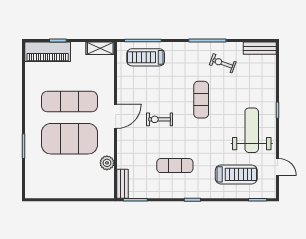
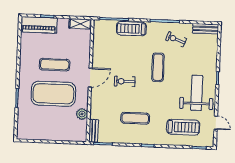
treadmill: (146, 57) -> (131, 29), moved
exercise mat: (70, 102) -> (55, 65), width x0.73, depth x0.69

